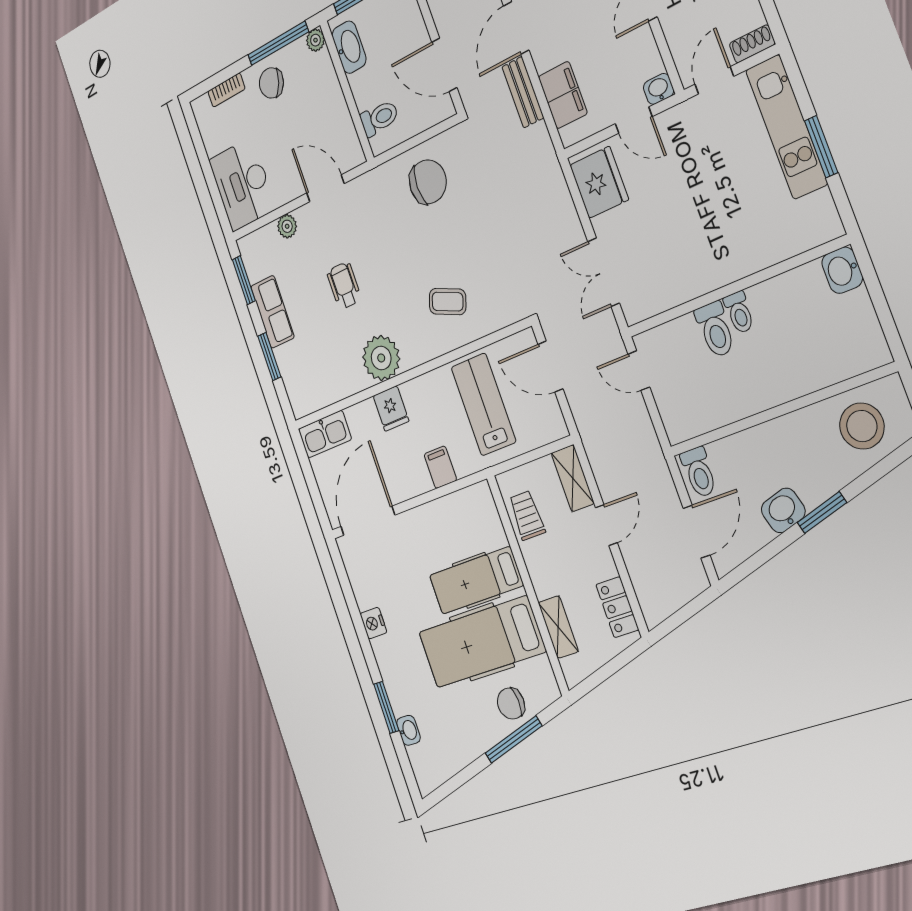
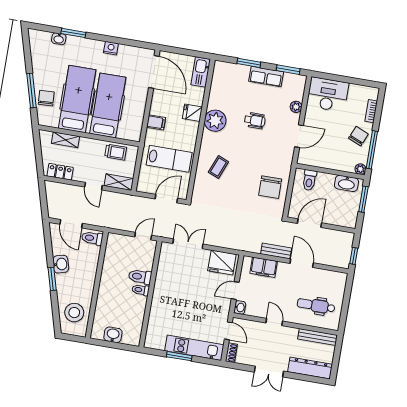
washbasin: (842, 270) -> (113, 335), moved
hospital bed: (476, 580) -> (108, 105), width x1.37, depth x1.29

